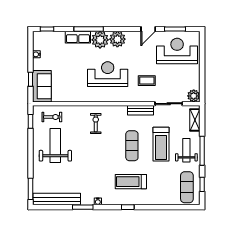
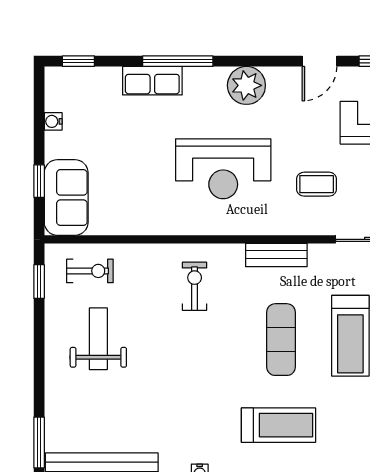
plant: (100, 40) -> (205, 87), removed
reception desk: (108, 74) -> (223, 169), turned 180
bench: (141, 110) -> (276, 255), moved
weight bench: (55, 145) -> (98, 339), width x0.73, depth x0.75
treadmill: (131, 182) -> (279, 425), turned 180

